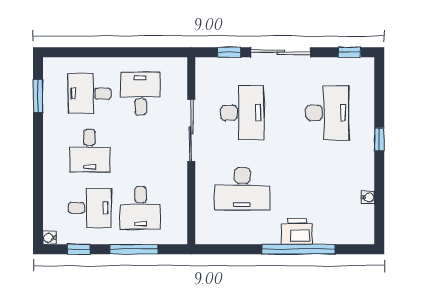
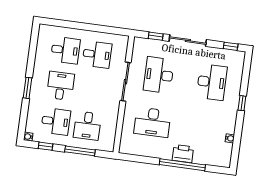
desk: (90, 94) -> (65, 50), turned 180
desk: (141, 94) -> (97, 54), turned 90
window: (38, 96) -> (28, 88), moved
desk: (242, 113) -> (159, 75), turned 180
desk: (90, 151) -> (61, 86), turned 180

